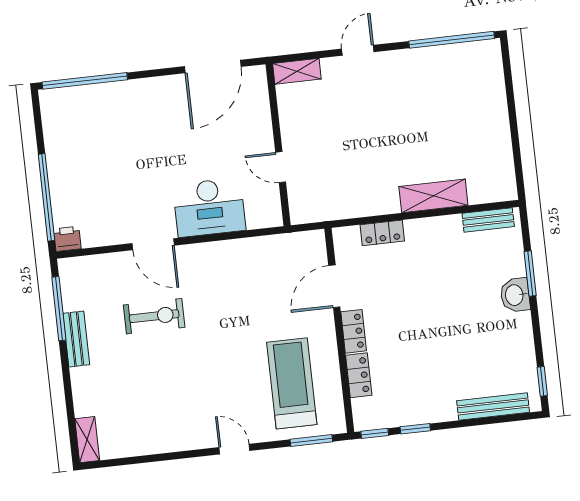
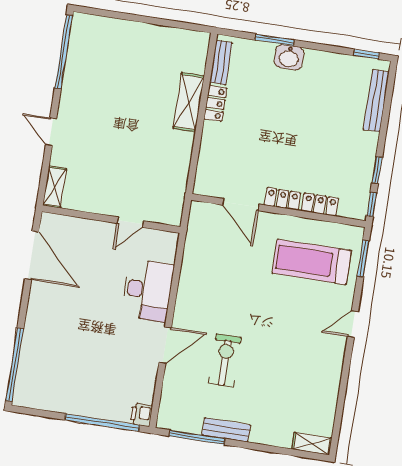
locker: (382, 233) -> (215, 103), moved

